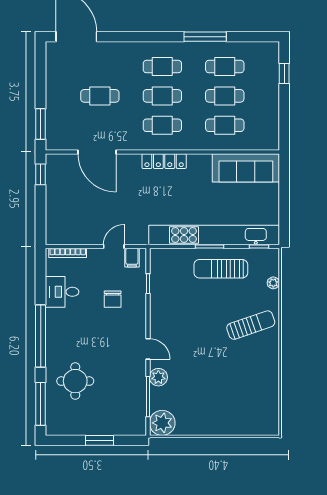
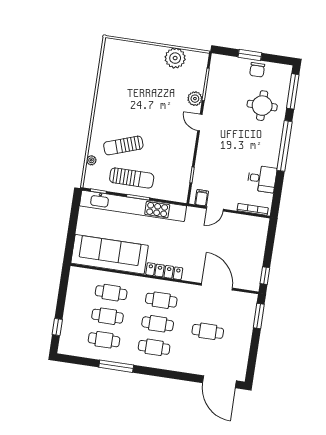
sofa: (246, 168) -> (110, 254), width x1.36, depth x1.27
chair: (113, 299) -> (257, 70), moved, turned 180
sun lounger: (251, 325) -> (123, 145), moved
plant: (162, 423) -> (175, 58), moved

